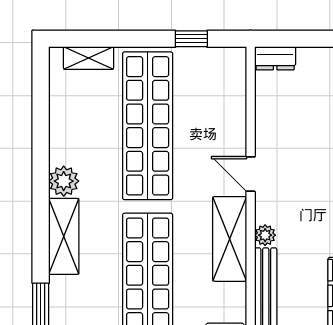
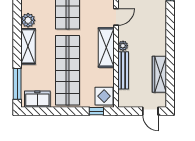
door: (251, 174) -> (116, 17), swing flipped

